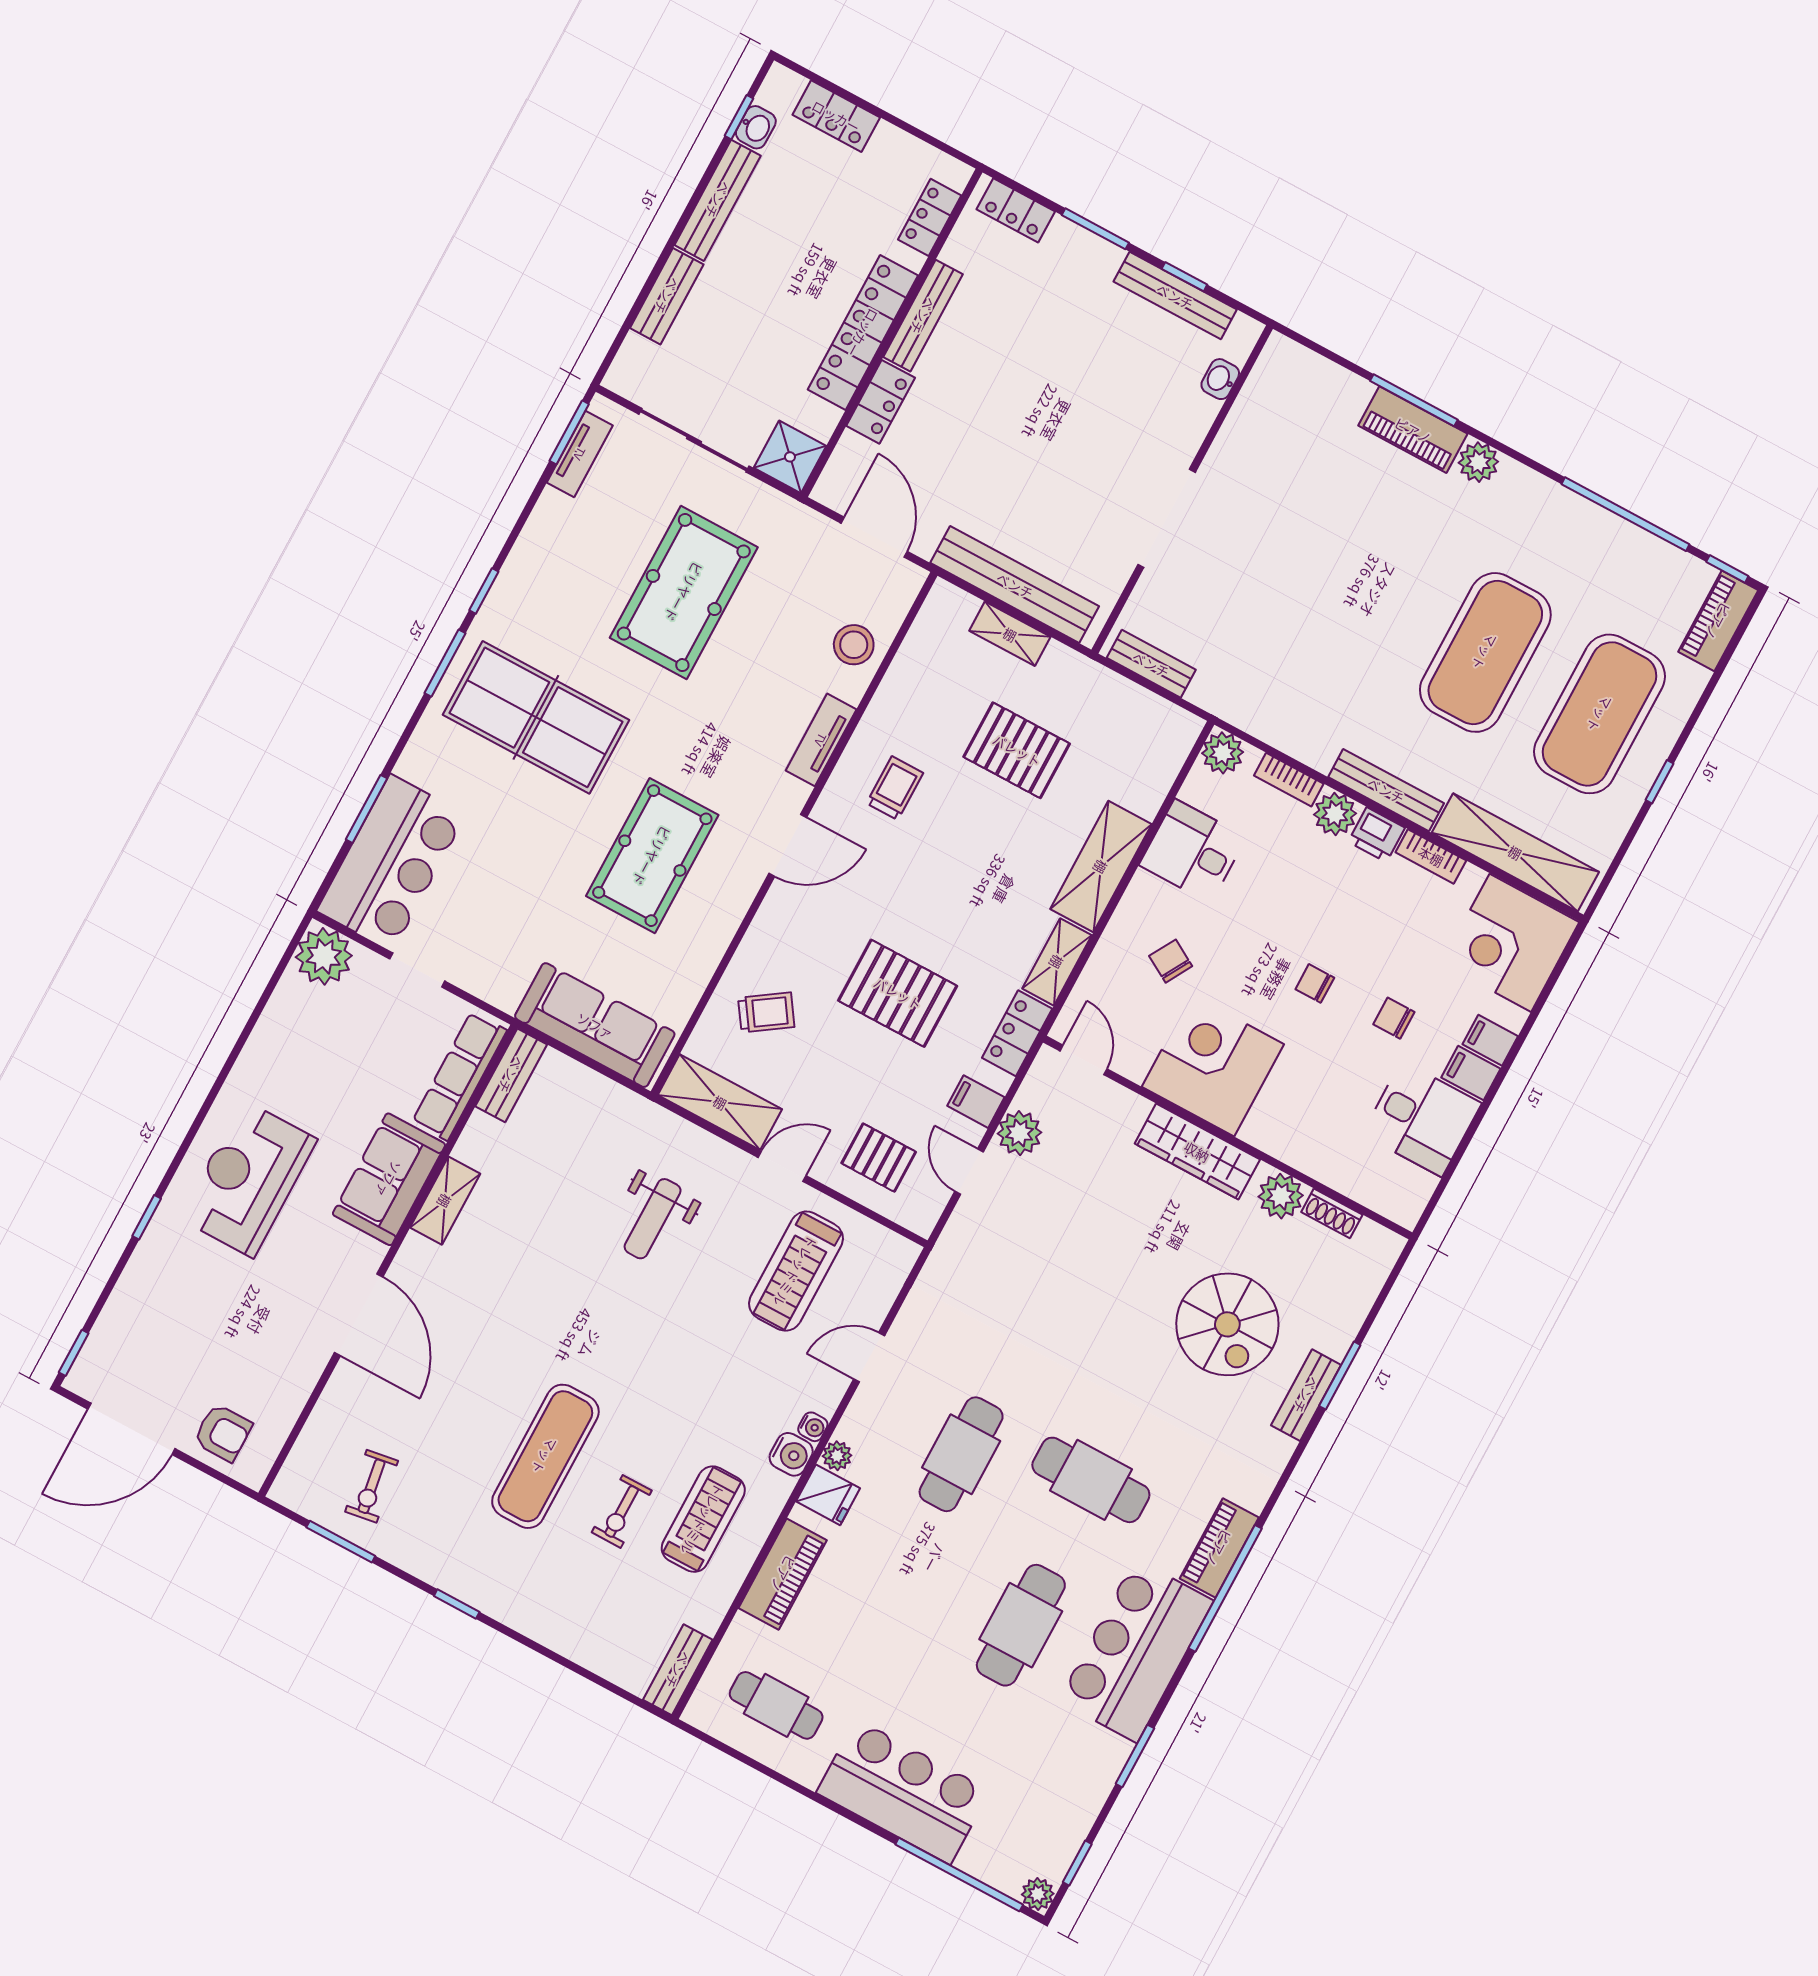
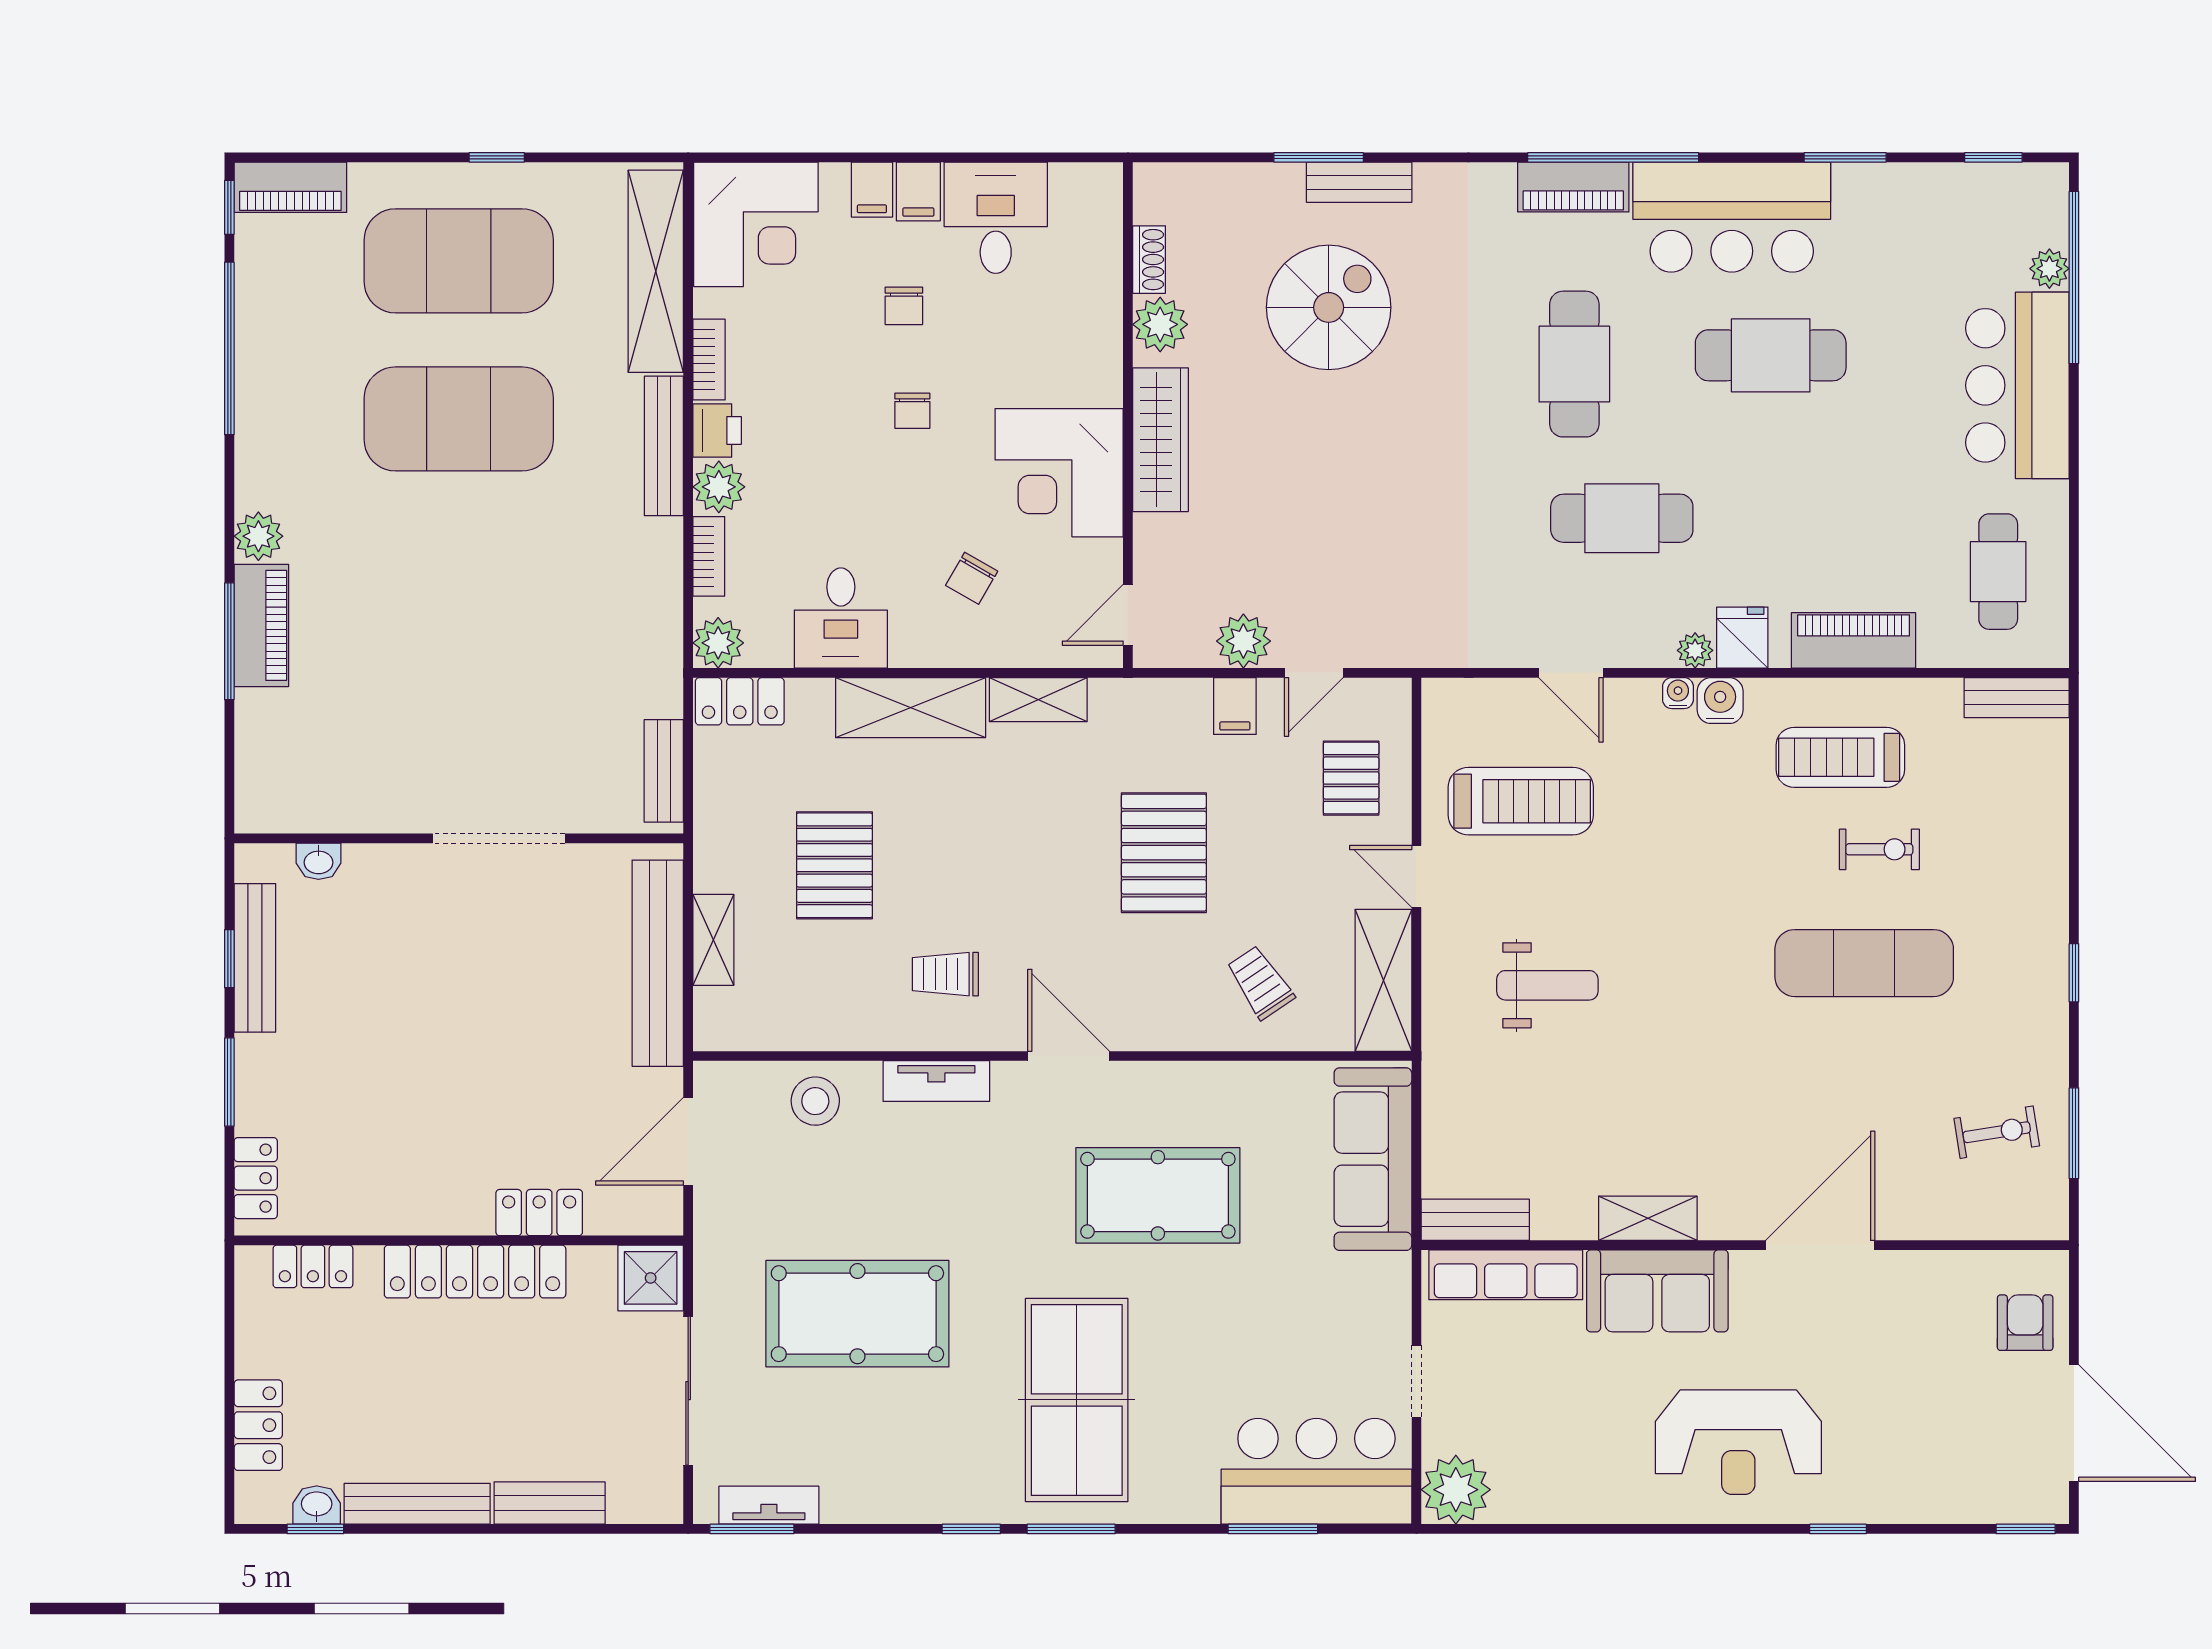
bench: (923, 316) -> (422, 1217), removed
locker: (1017, 1033) -> (740, 701), moved
plant: (1038, 1894) -> (2049, 269), moved

